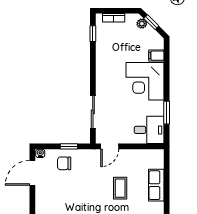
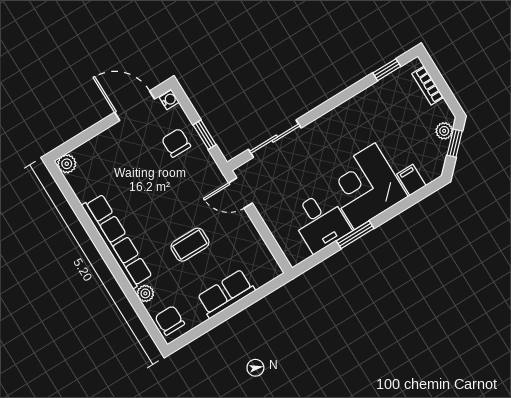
window: (167, 113) -> (355, 235), moved
desk: (149, 130) -> (320, 222), moved

